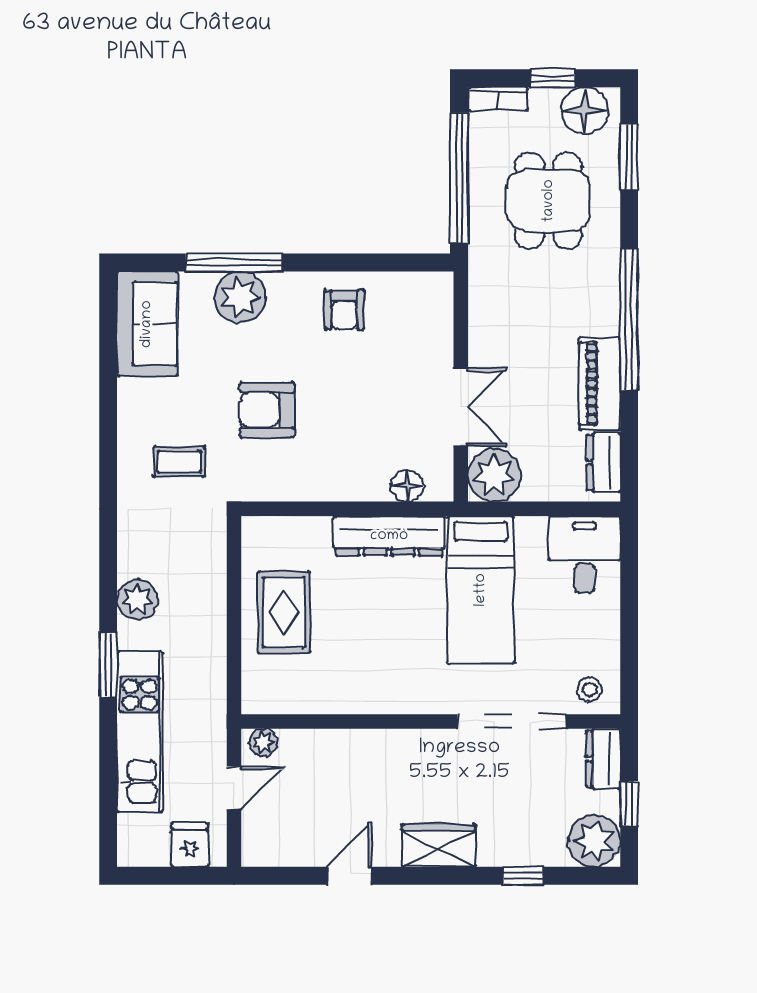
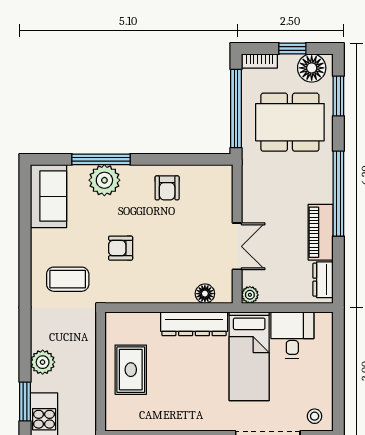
dining table: (549, 201) -> (290, 122), width x1.38
armchair: (267, 410) -> (121, 248), width x0.72, depth x0.72
coffee table: (179, 462) -> (68, 279), width x1.36, depth x1.30
plant: (494, 475) -> (250, 295), width x0.53, depth x0.53
desk: (585, 554) -> (292, 335), moved

